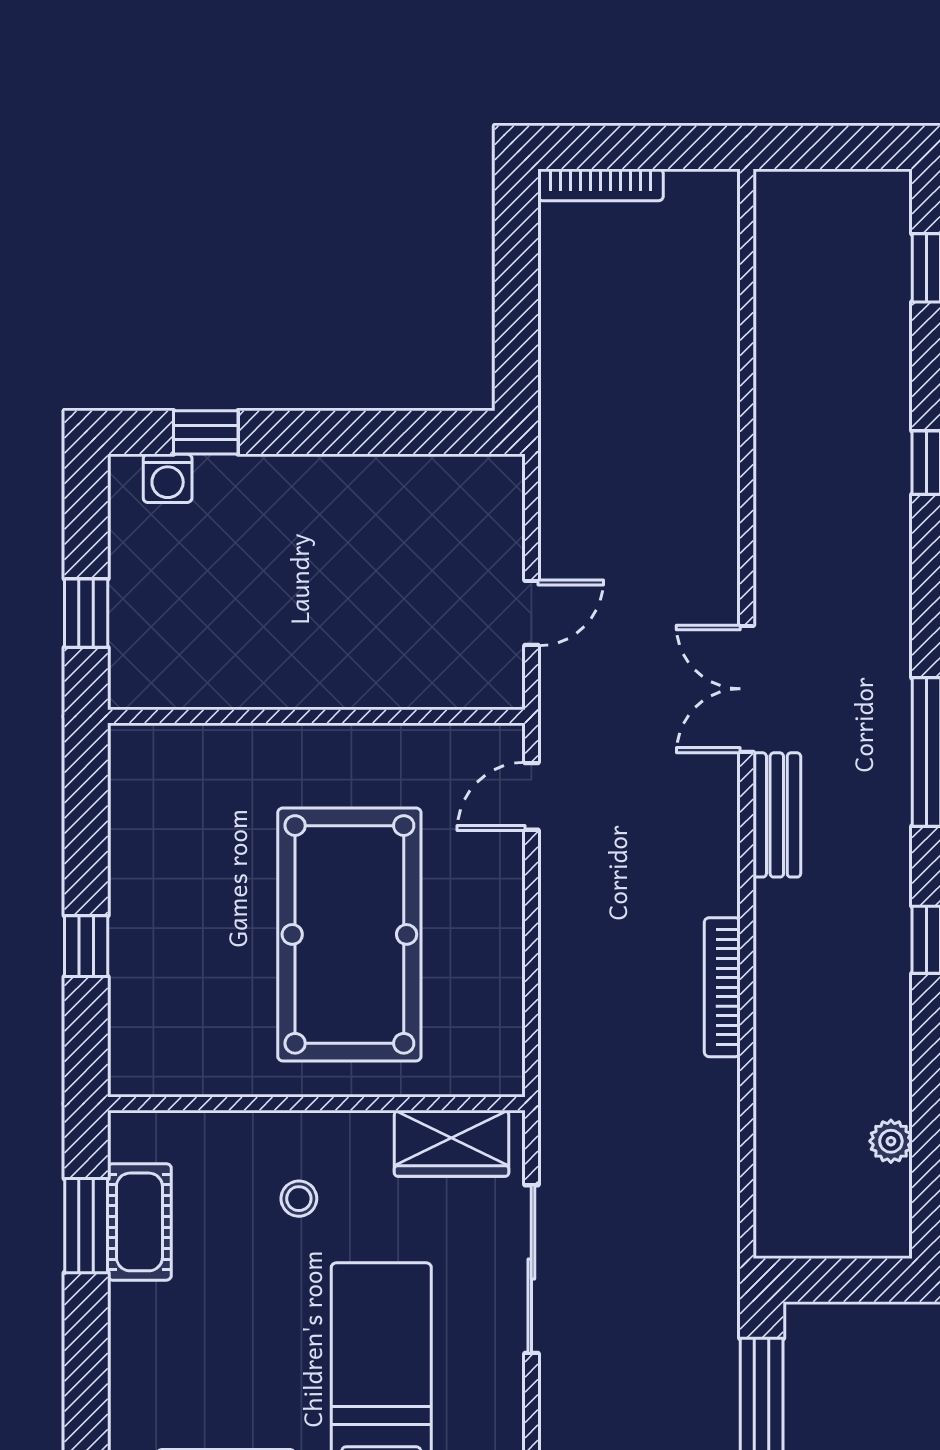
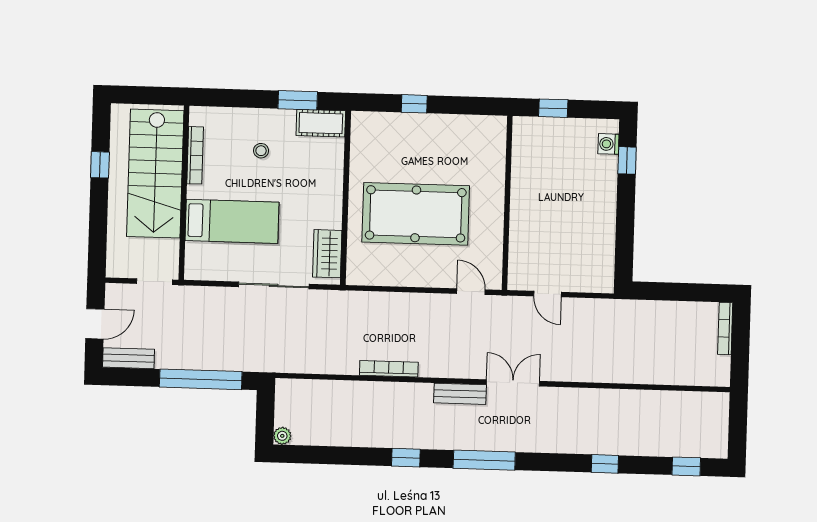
plant: (891, 1141) -> (282, 436), moved
stool: (299, 1199) -> (261, 151), moved
cot: (139, 1222) -> (321, 123), moved

